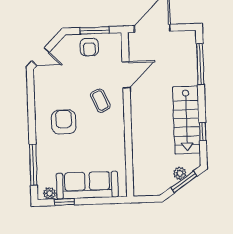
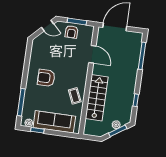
door: (41, 57) -> (48, 26), moved
door: (126, 75) -> (92, 54), hinge flipped
coffee table: (100, 101) -> (75, 96), moved
stairs: (186, 120) -> (97, 98), moved, turned 180
armchair: (64, 122) -> (46, 78), turned -90

